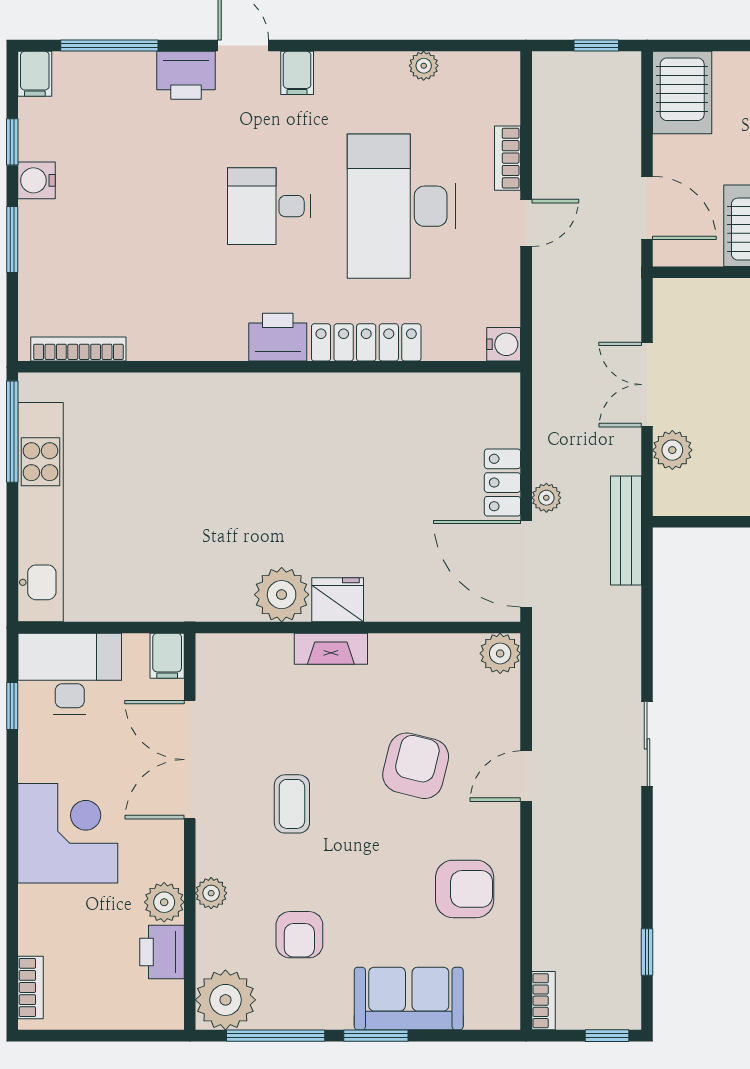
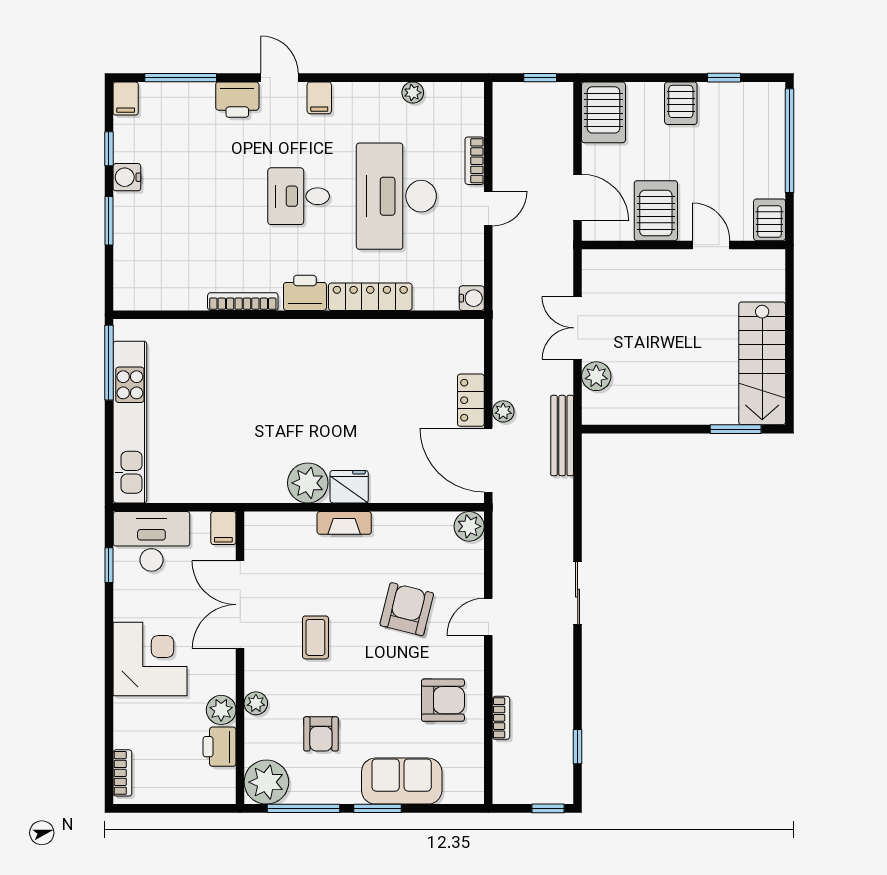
bookcase: (78, 349) -> (243, 302), moved
bookcase: (543, 1001) -> (501, 718), moved

